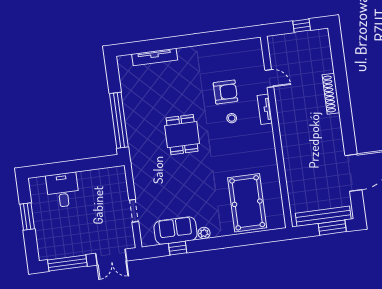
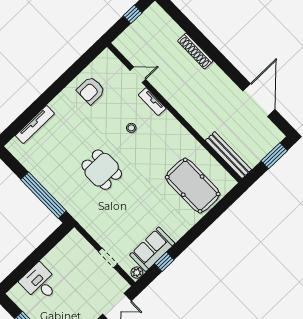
armchair: (225, 92) -> (91, 90), moved, turned 180
bench: (323, 216) -> (228, 155), moved, turned 90
plant: (204, 233) -> (137, 273), moved

